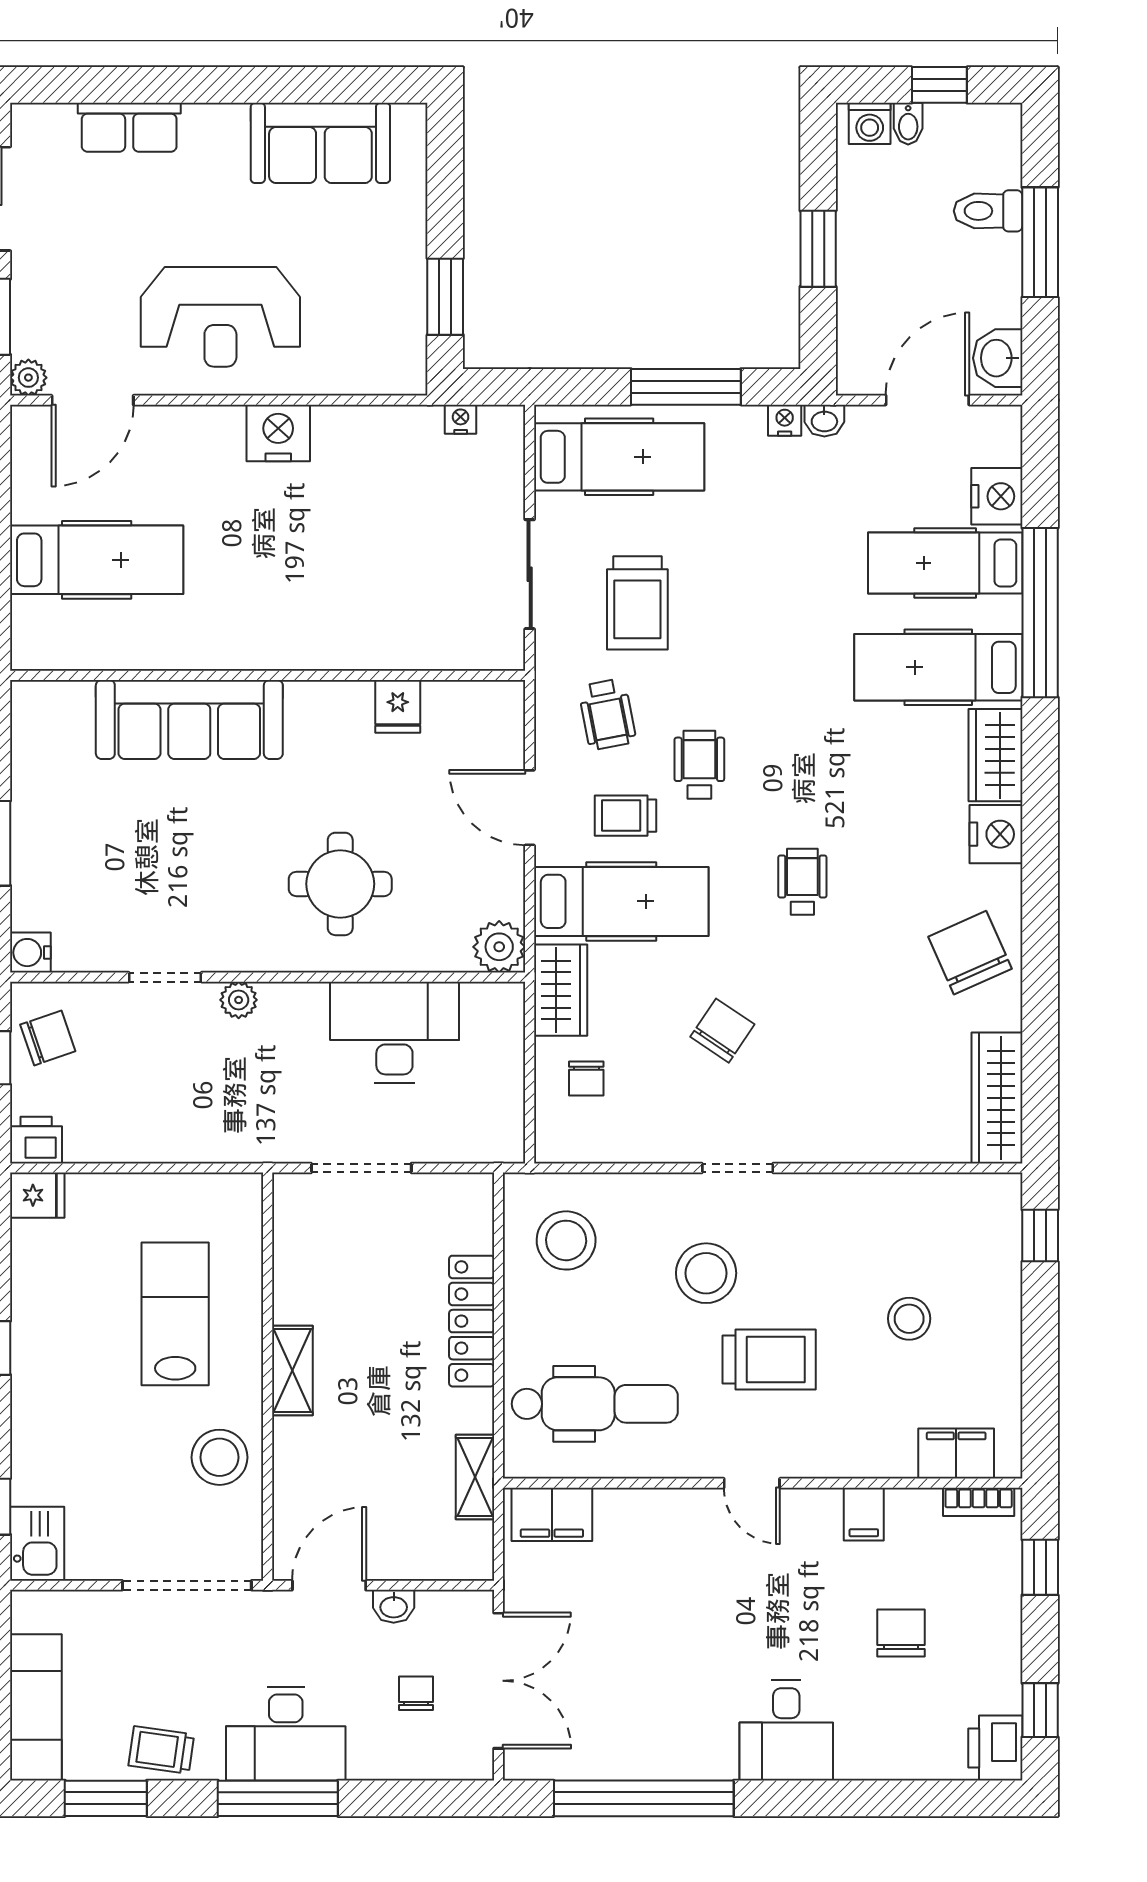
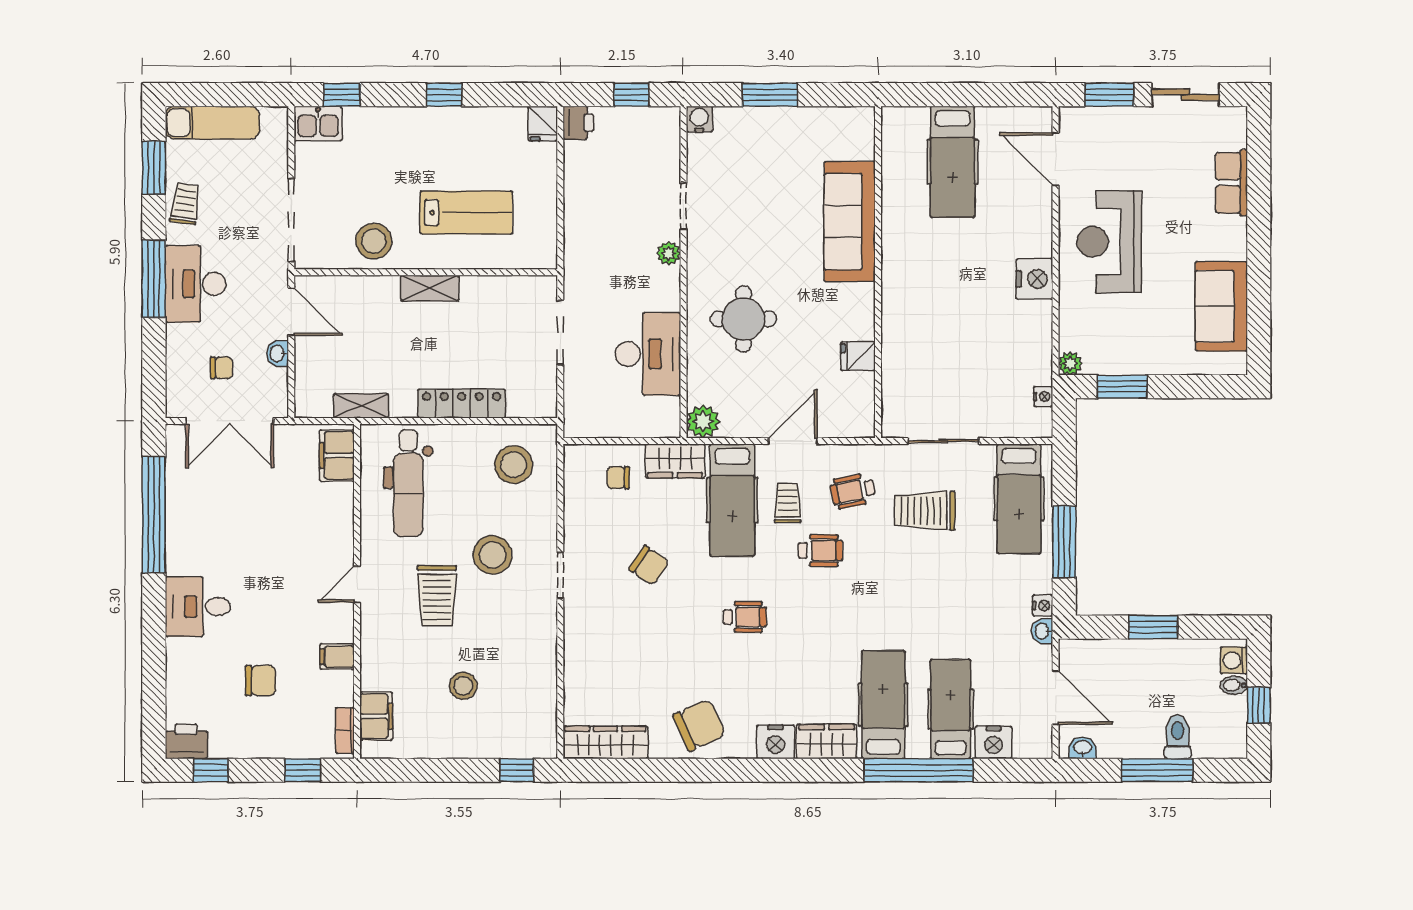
washbasin: (998, 358) -> (1083, 748), width x0.72, depth x0.69
plant: (28, 378) -> (1070, 363), moved
chair: (48, 1038) -> (644, 130), removed

